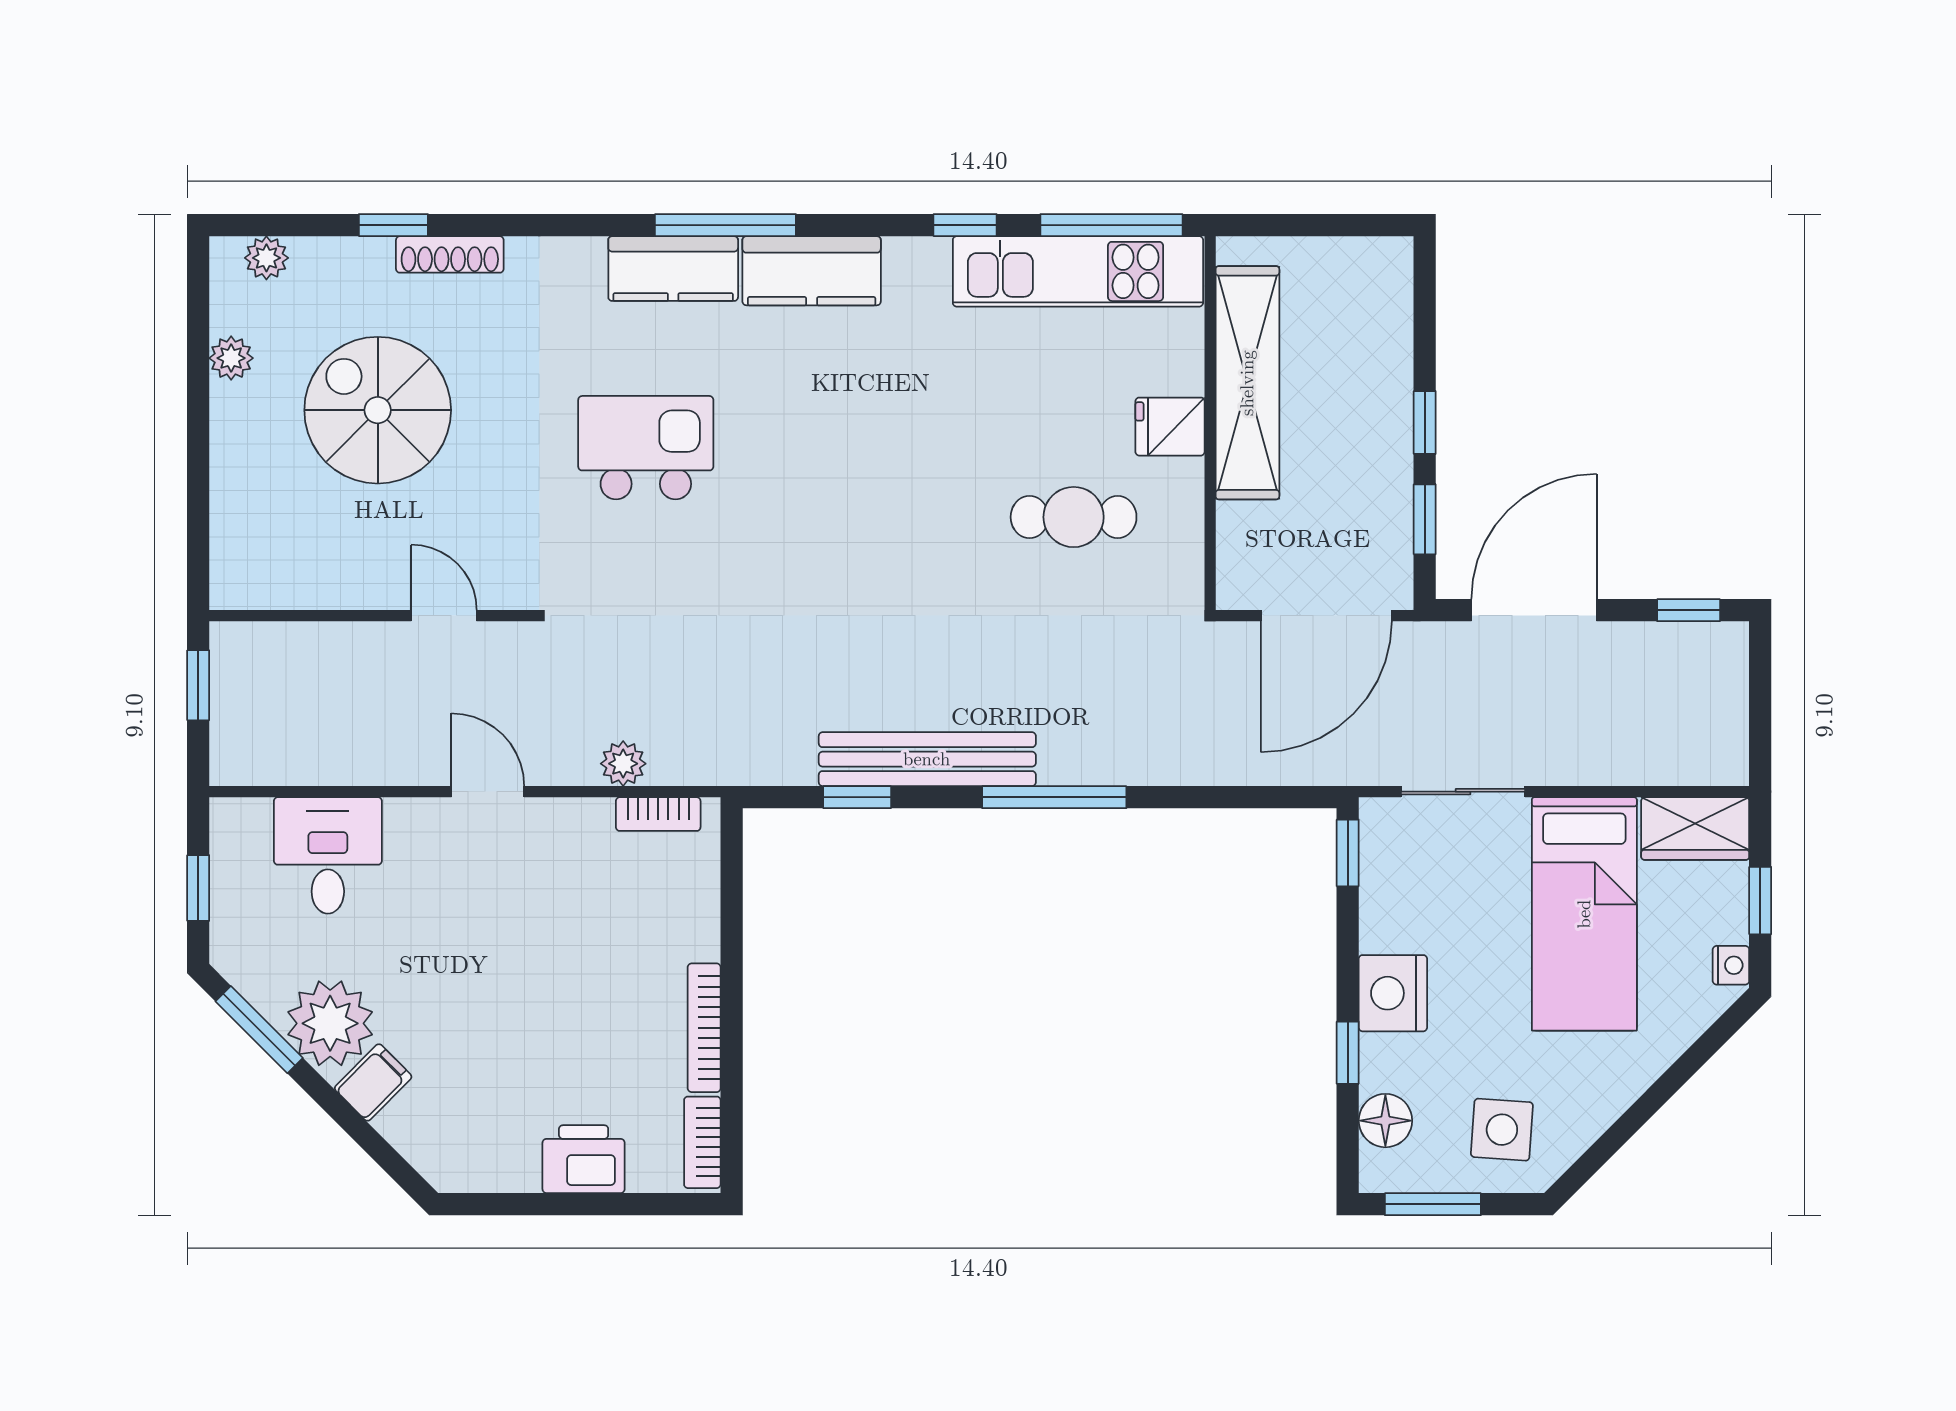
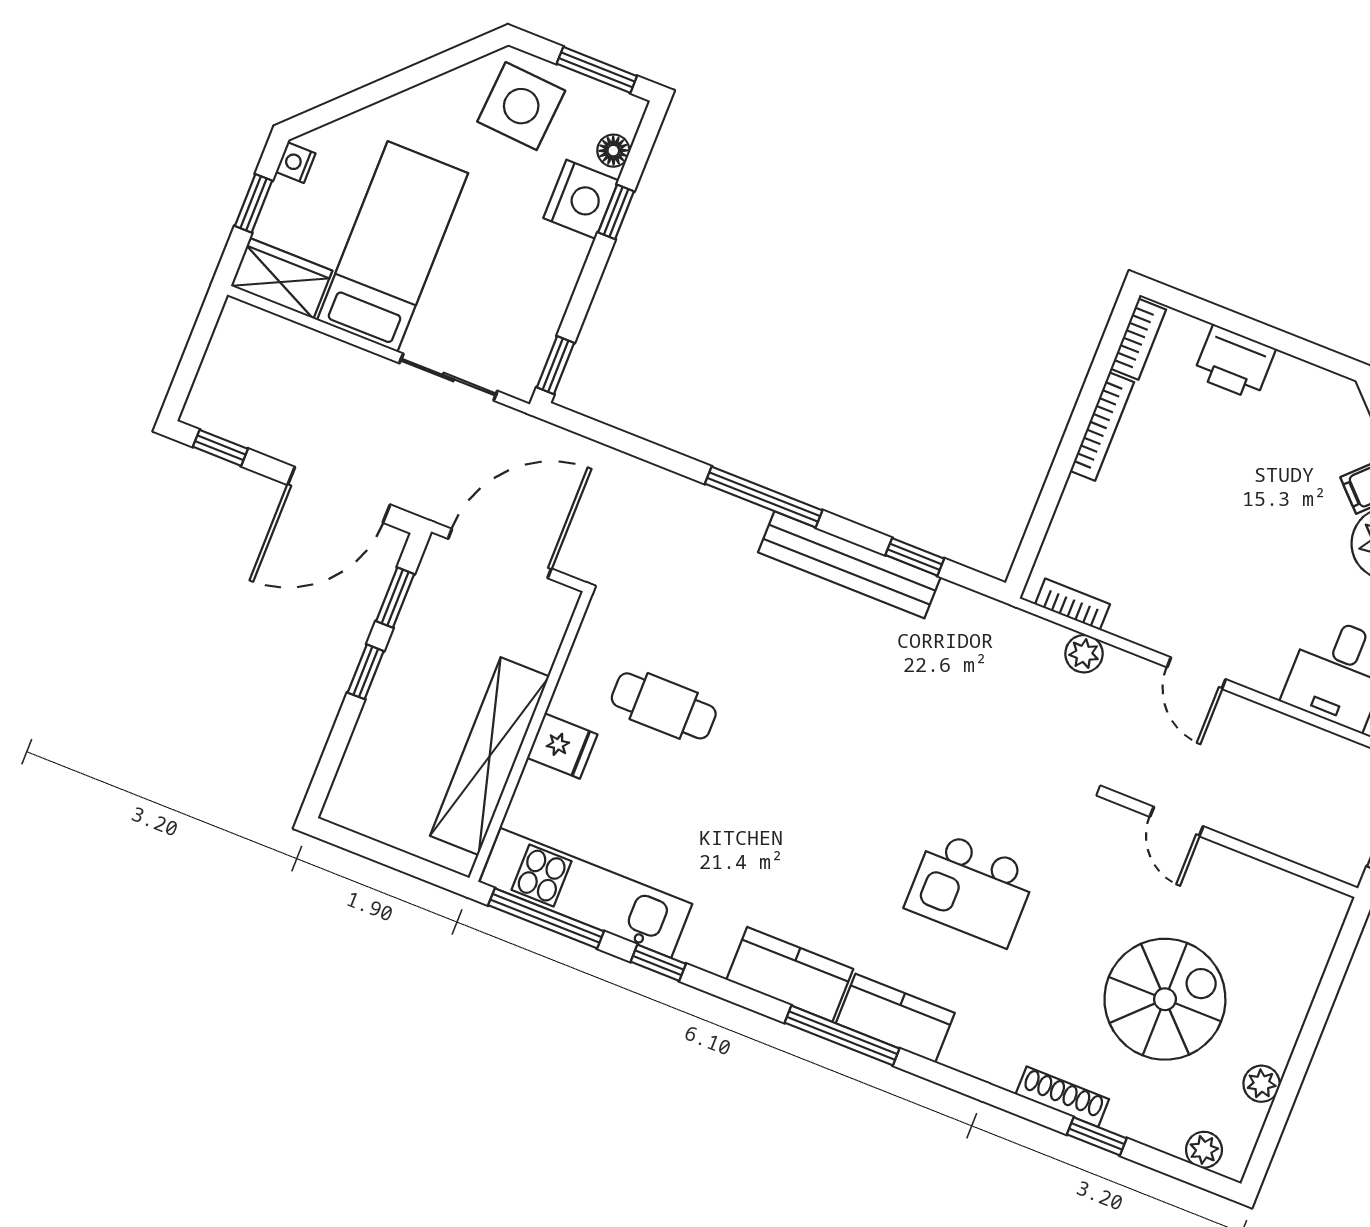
spiral stairs: (378, 410) -> (1165, 999), turned -90
nightstand: (1393, 993) -> (581, 199), moved
floor lamp: (1385, 1121) -> (613, 151), width x0.73, depth x0.73
side table: (1502, 1130) -> (521, 106), width x1.37, depth x1.37

